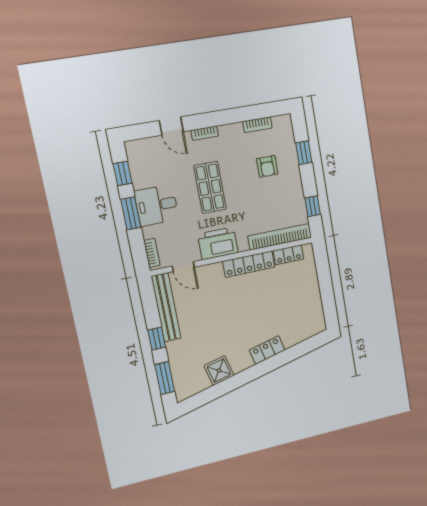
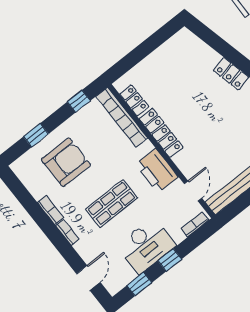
bookcase: (257, 125) -> (50, 210), moved
door: (171, 126) -> (88, 278), moved
armchair: (267, 166) -> (66, 162), width x1.88, depth x1.88
desk: (157, 205) -> (146, 246), width x1.37
window: (131, 213) -> (170, 260), width x0.67

